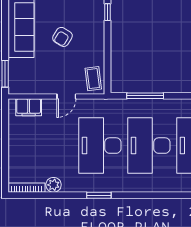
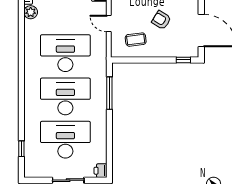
coffee table: (93, 79) -> (136, 40), moved
window: (99, 195) -> (21, 52), removed

